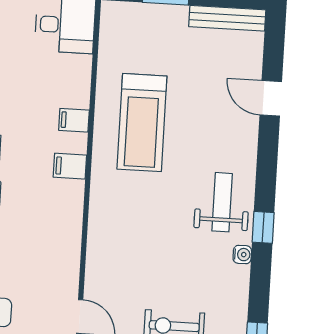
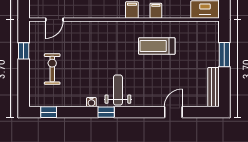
treadmill: (142, 123) -> (157, 46), width x0.73, depth x0.73
weight bench: (222, 202) -> (118, 90), turned -90

